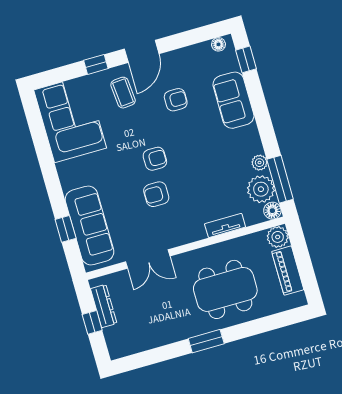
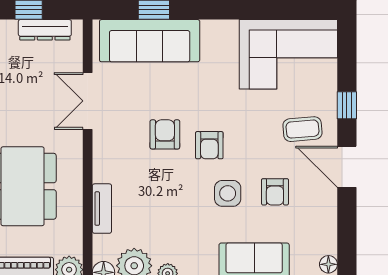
side table: (187, 135) -> (228, 193), added

